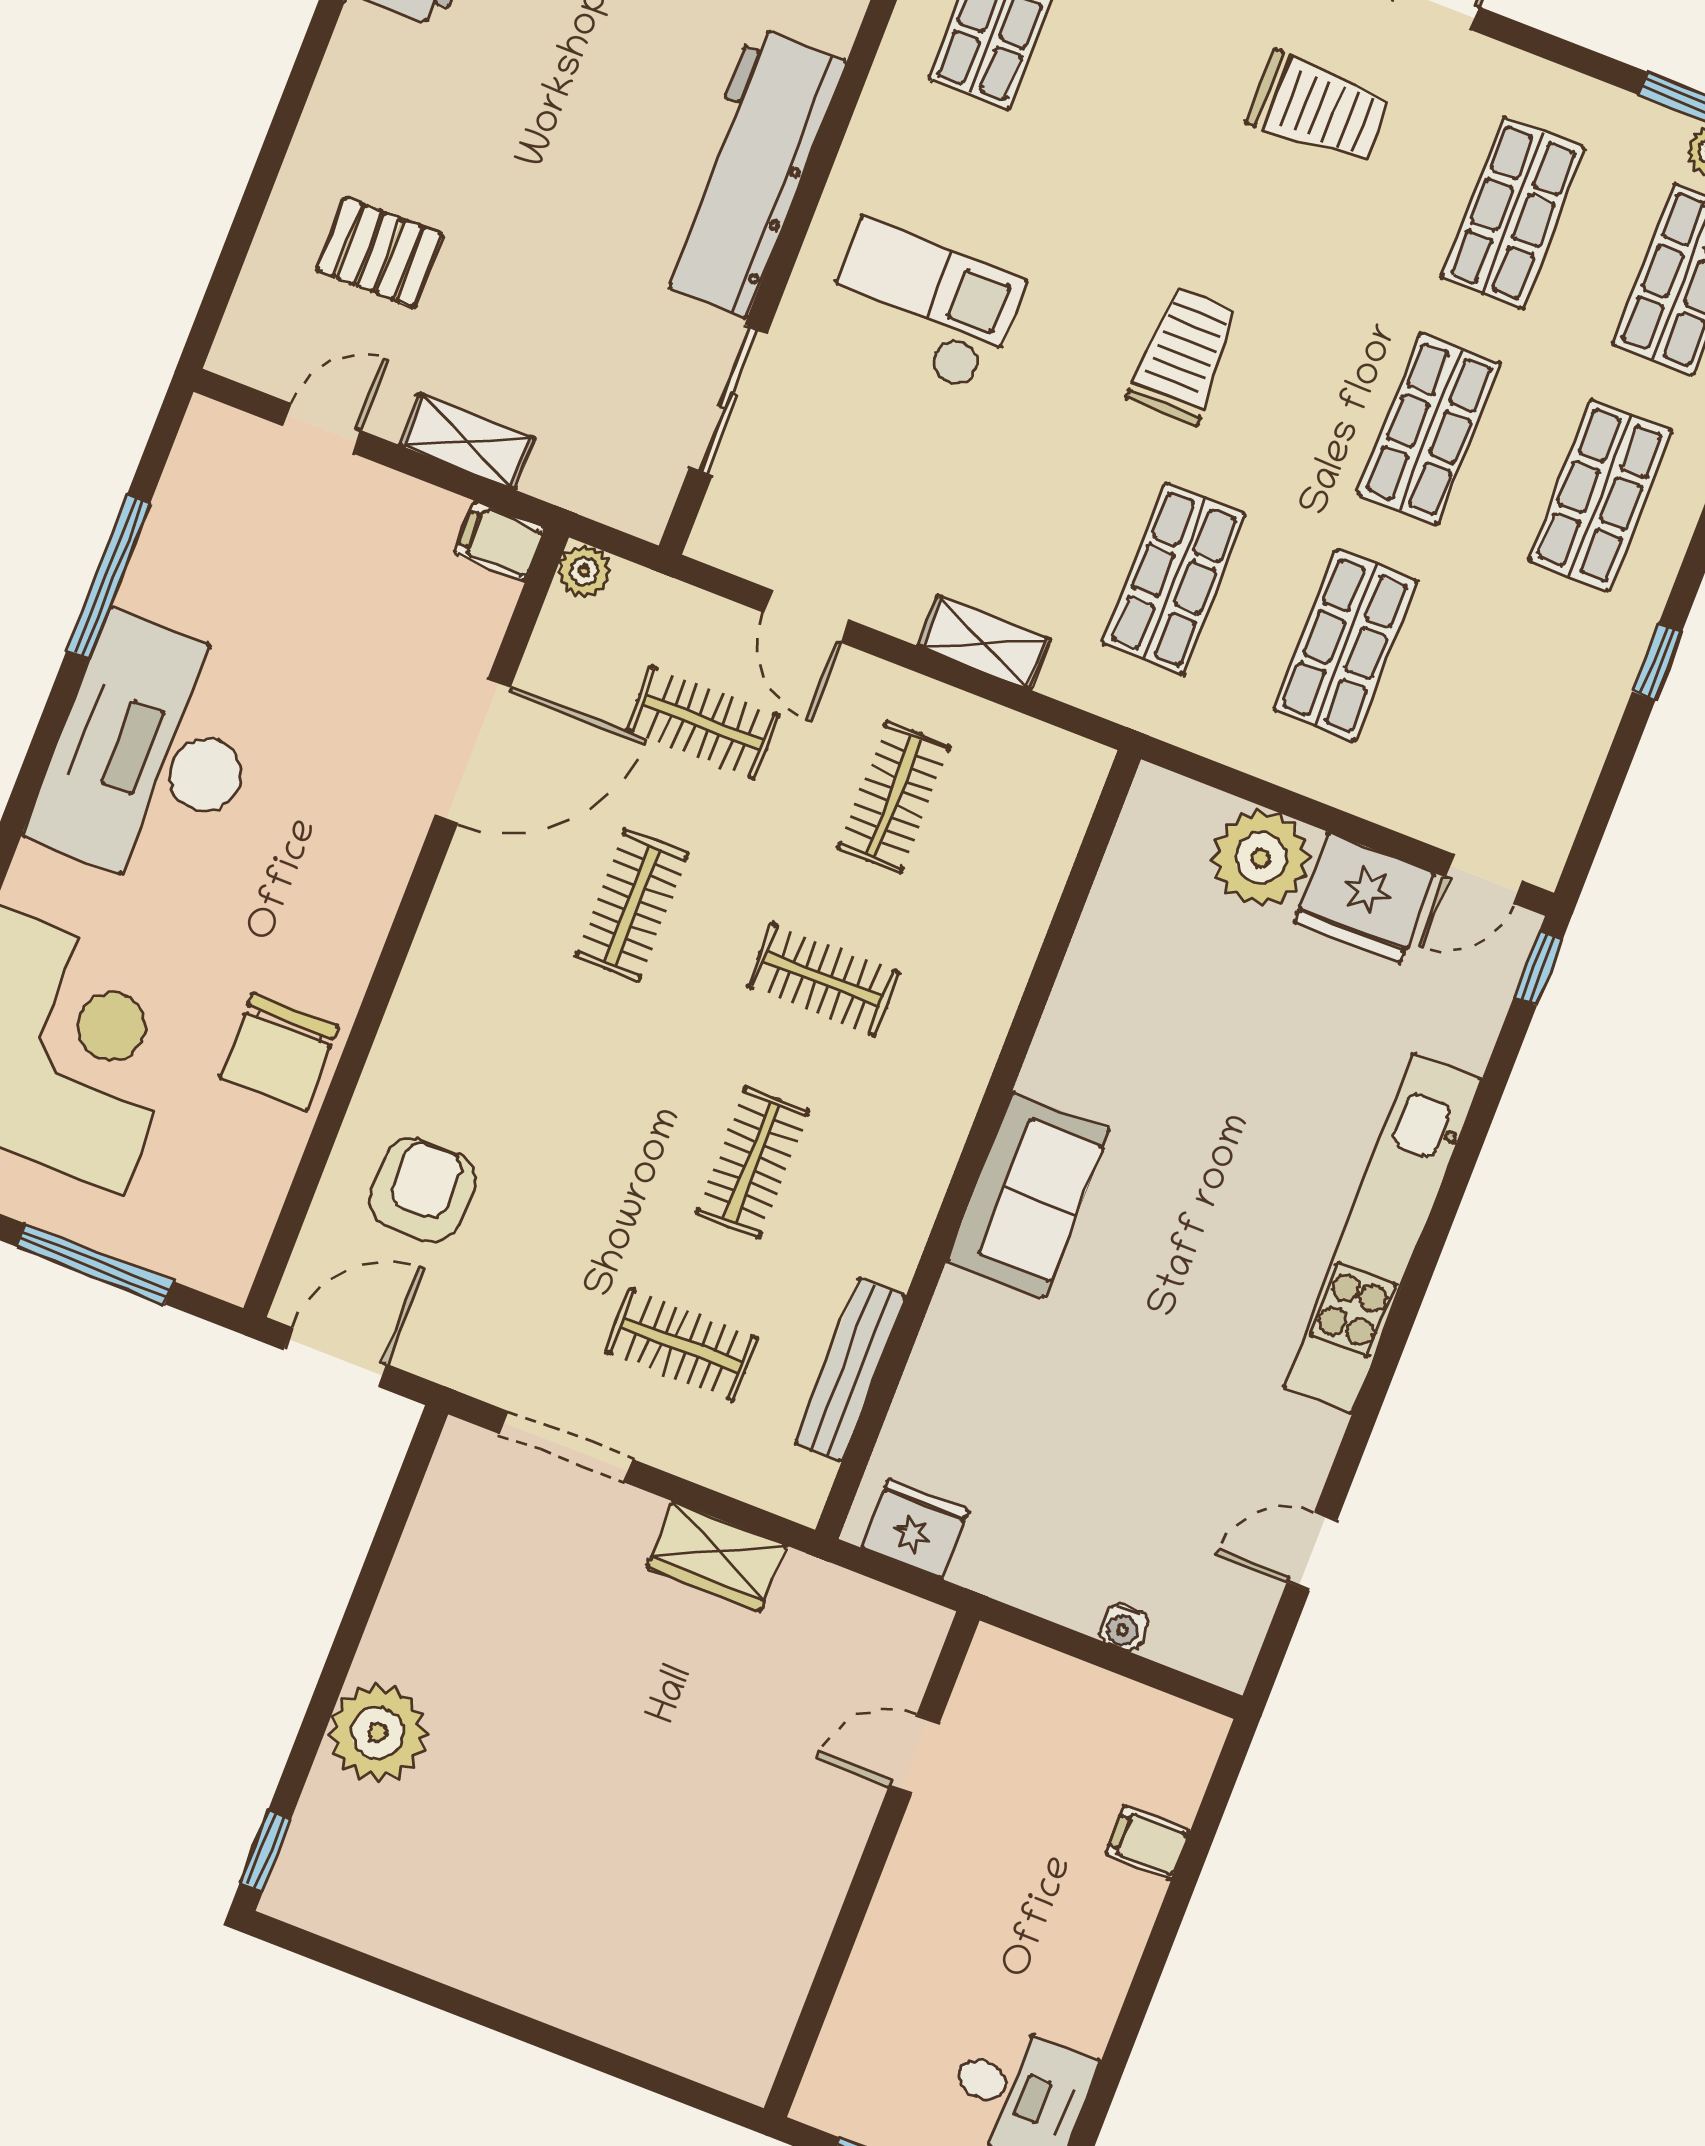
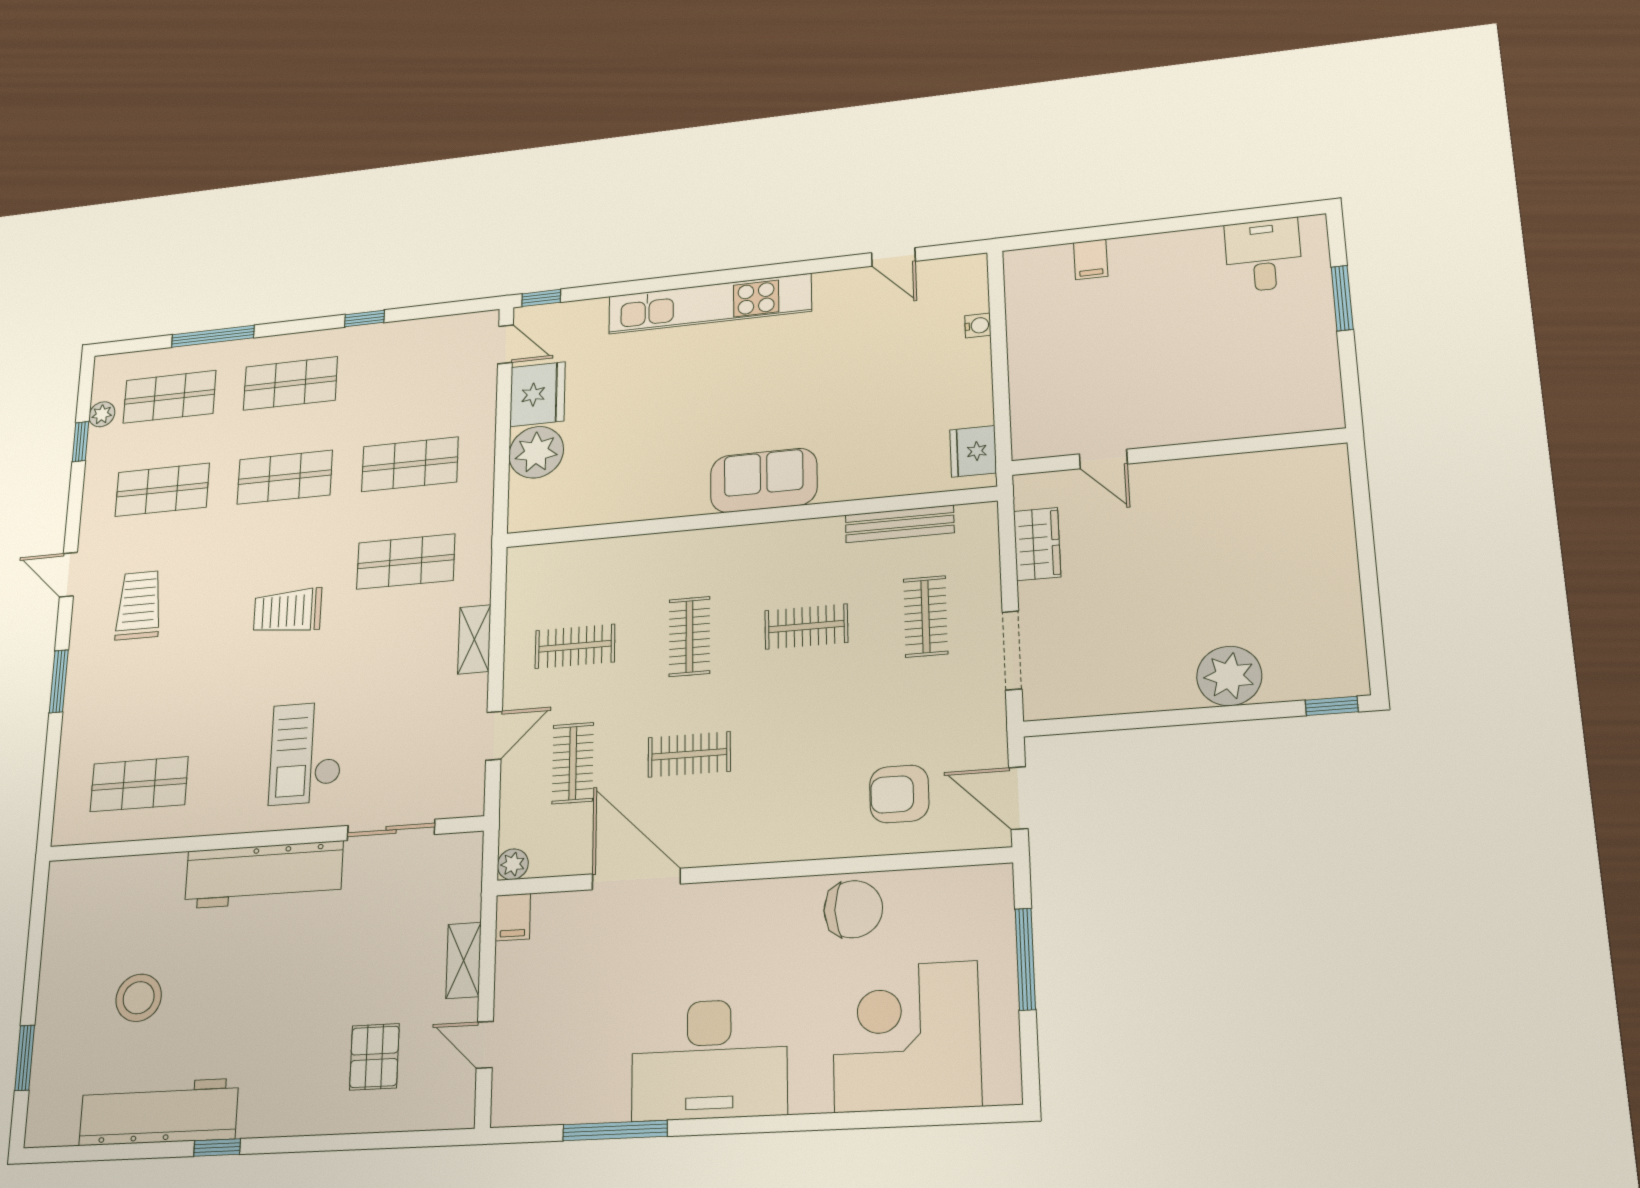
door: (914, 1754) -> (1103, 459), moved
wall: (872, 1864) -> (1177, 452), moved

